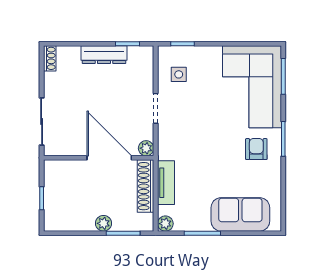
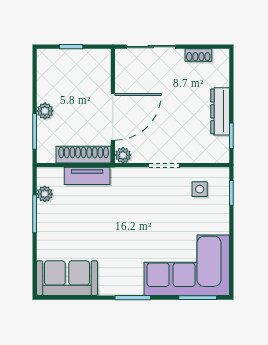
shoe rack: (50, 58) -> (198, 55), moved
armchair: (256, 149) -> (122, 270), removed
sofa: (240, 214) -> (67, 278), moved, turned -90
plant: (165, 224) -> (45, 194), moved

